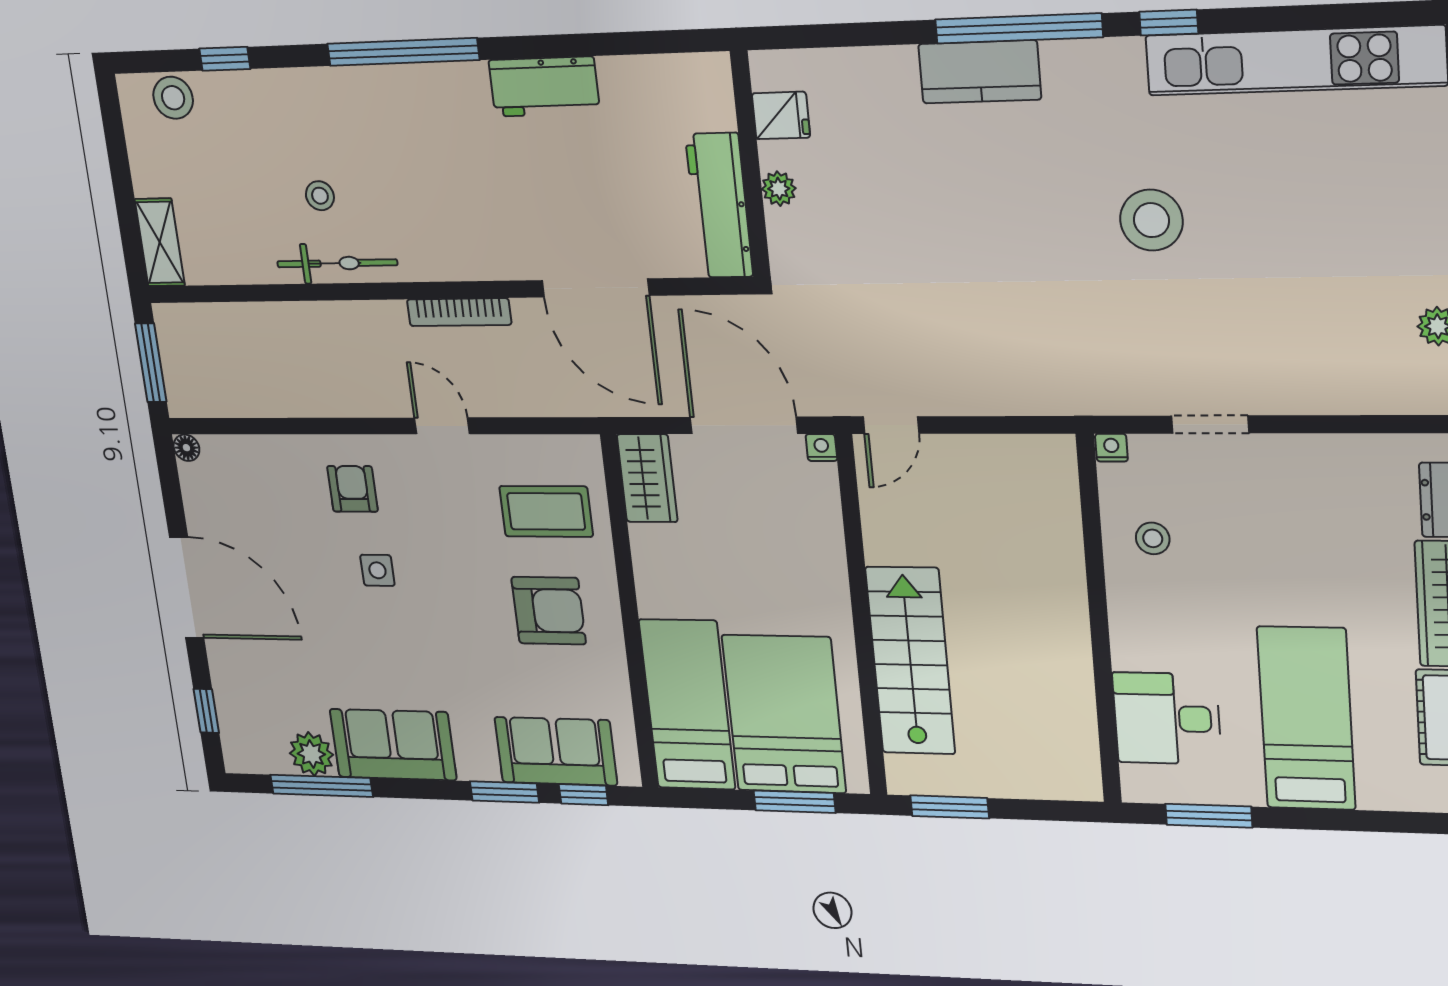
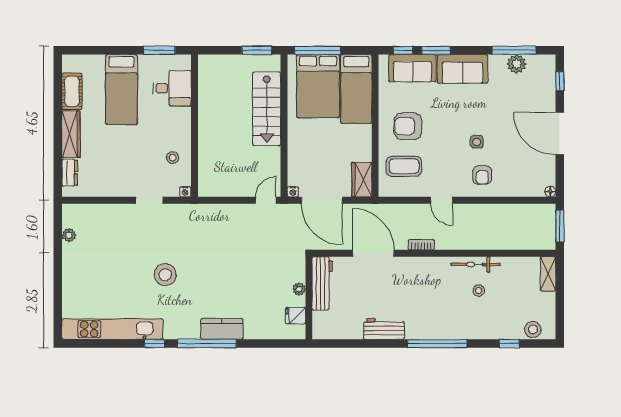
bookcase: (459, 312) -> (421, 245), width x0.64
sofa: (393, 745) -> (462, 69), moved
window: (795, 802) -> (318, 50), width x1.44

